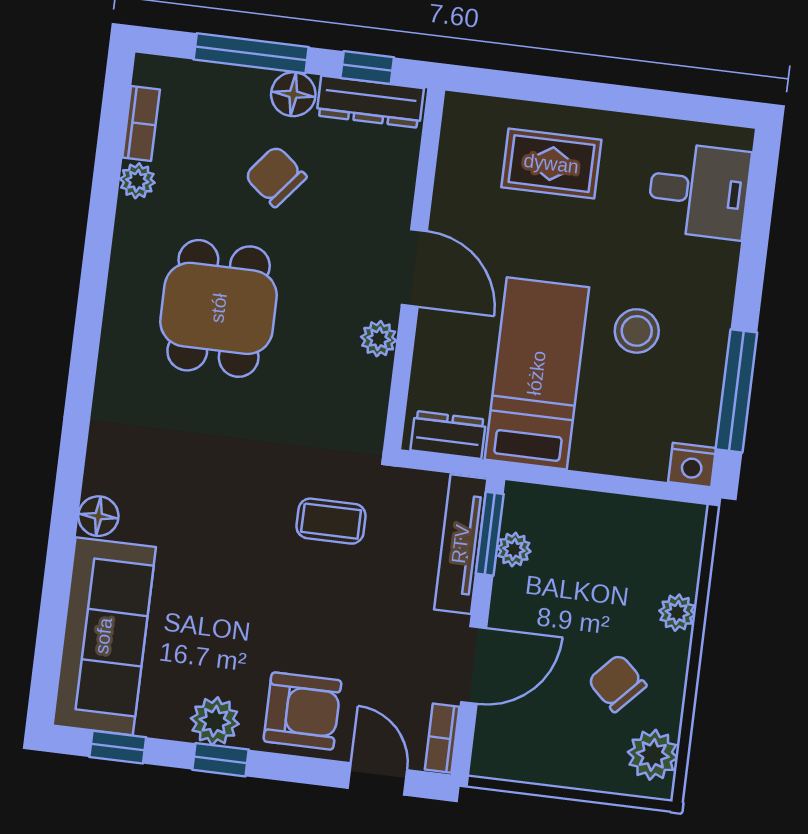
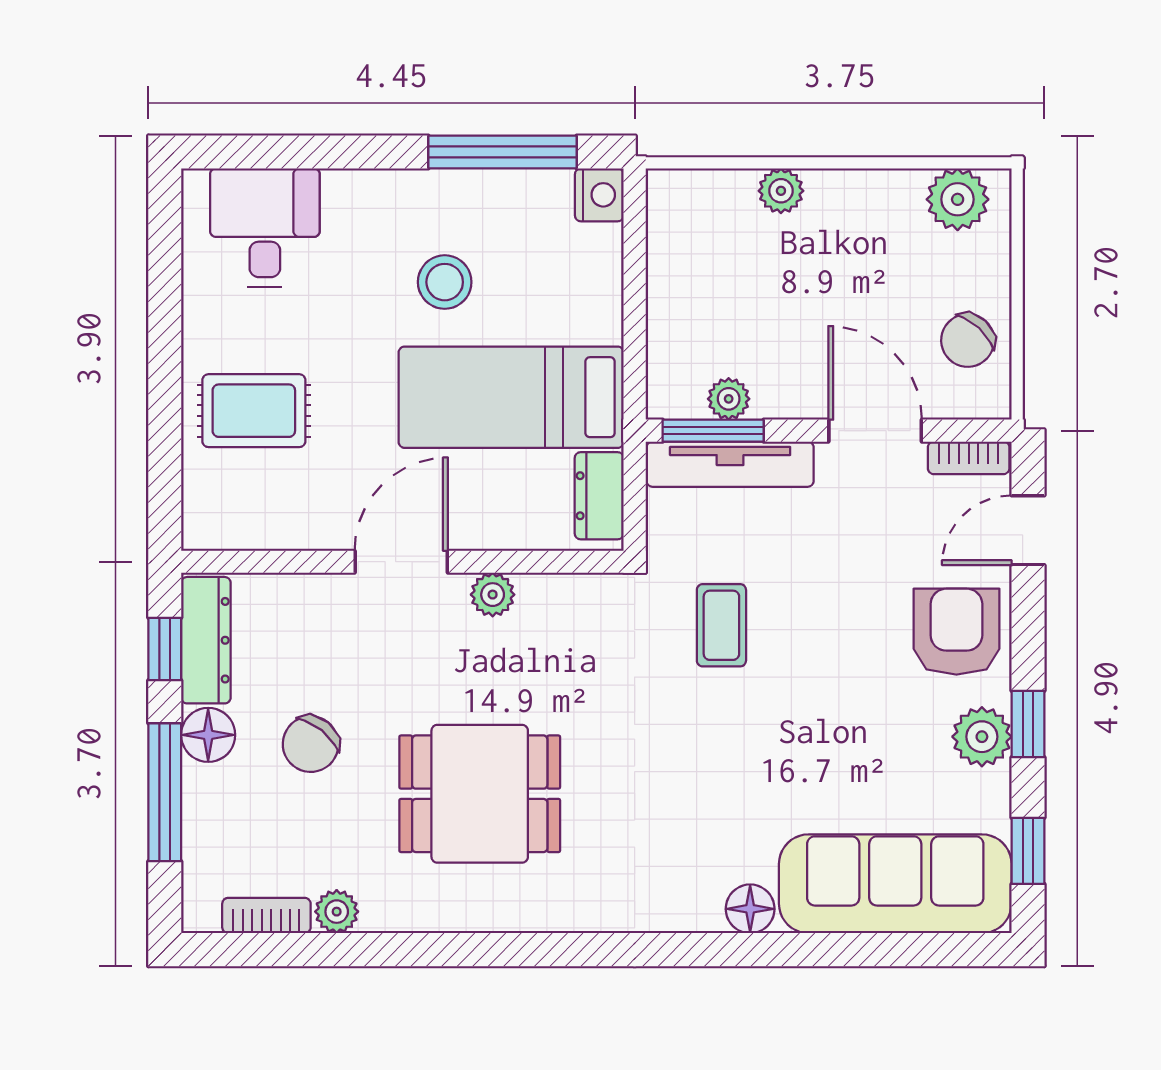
rug: (551, 164) -> (254, 411), turned 90
chair: (617, 683) -> (968, 340), moved

